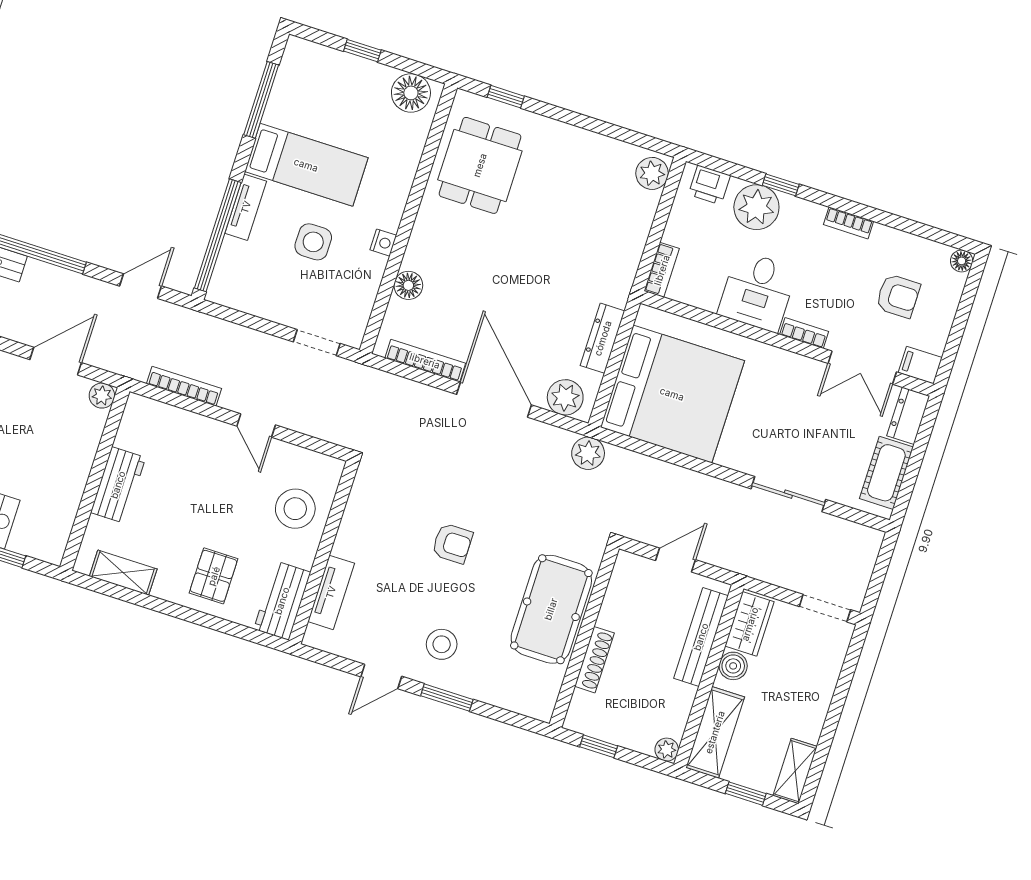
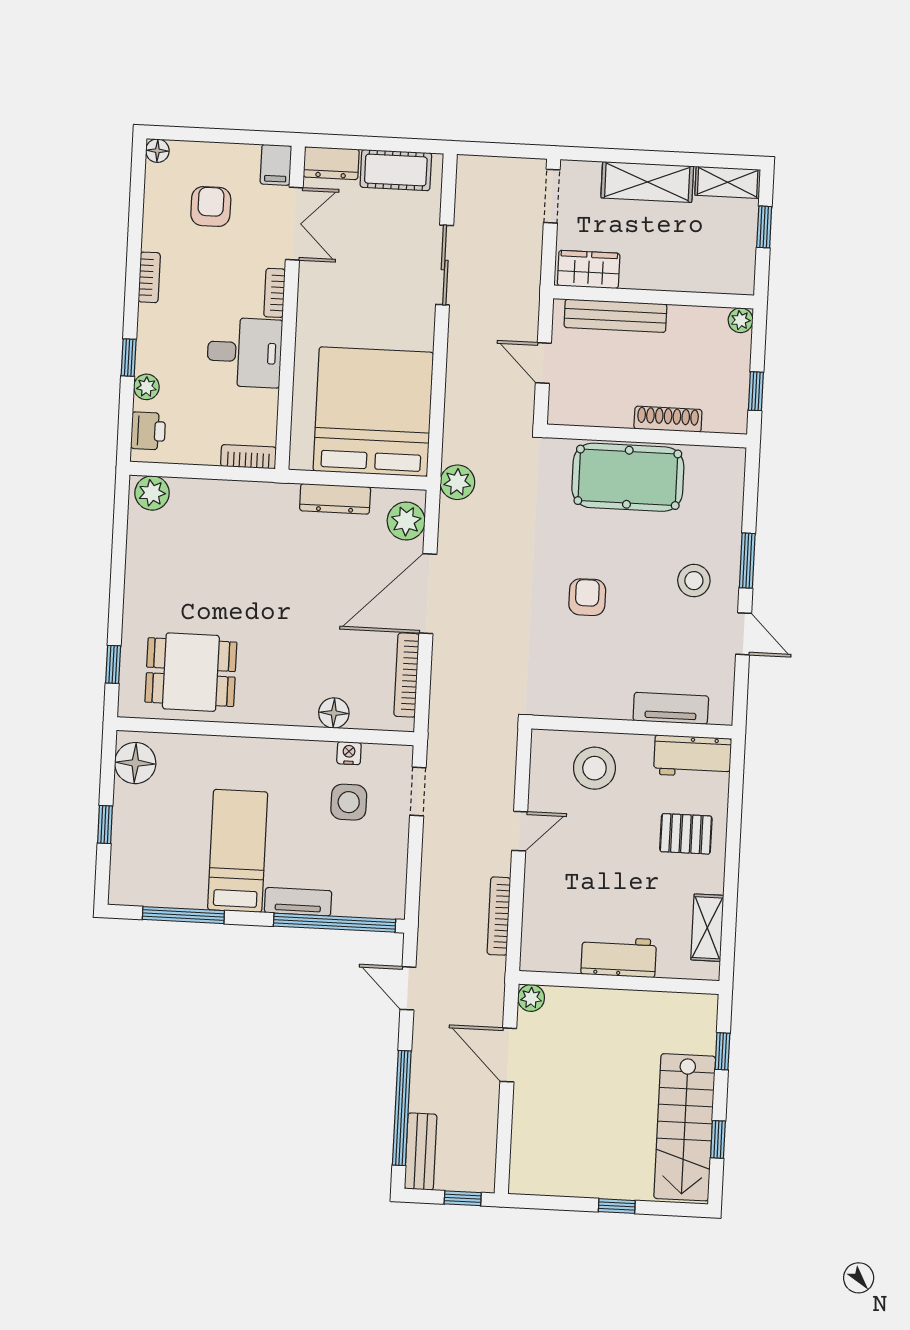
plant: (756, 207) -> (146, 387), width x0.53, depth x0.53
side table: (313, 242) -> (349, 802), moved
nightstand: (383, 243) -> (349, 753), moved
boiler: (733, 666) -> (636, 275), removed
shelving: (715, 732) -> (647, 182), moved

